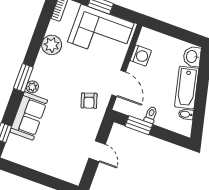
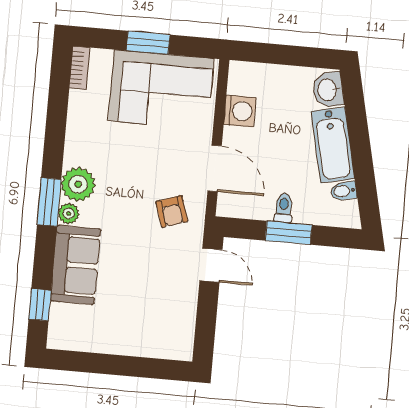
plant: (52, 45) -> (78, 184), moved
window: (139, 125) -> (289, 233), moved
door: (97, 151) -> (211, 265), moved

